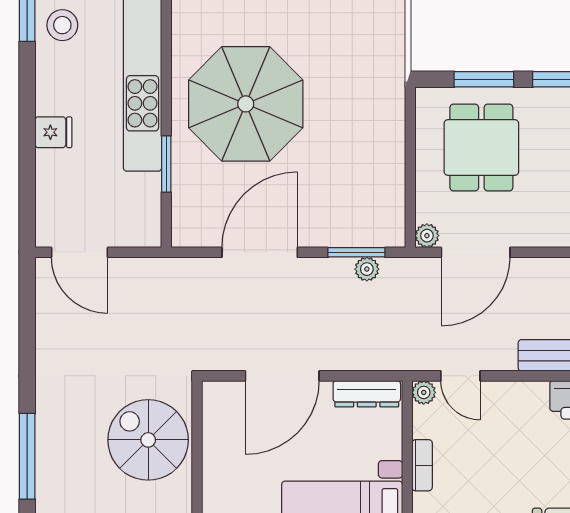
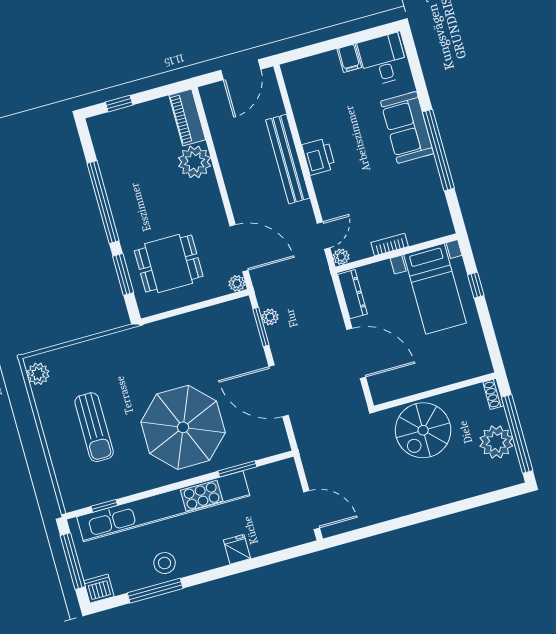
door: (79, 252) -> (312, 510), hinge flipped
window: (27, 456) -> (456, 507), removed

